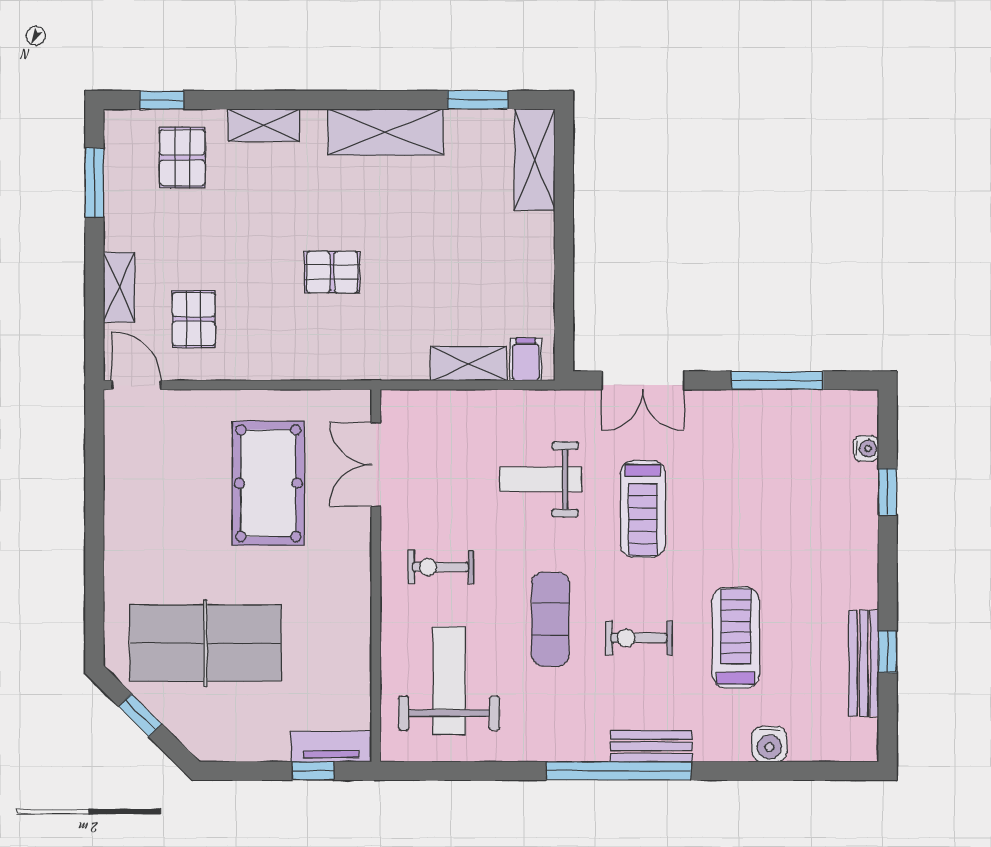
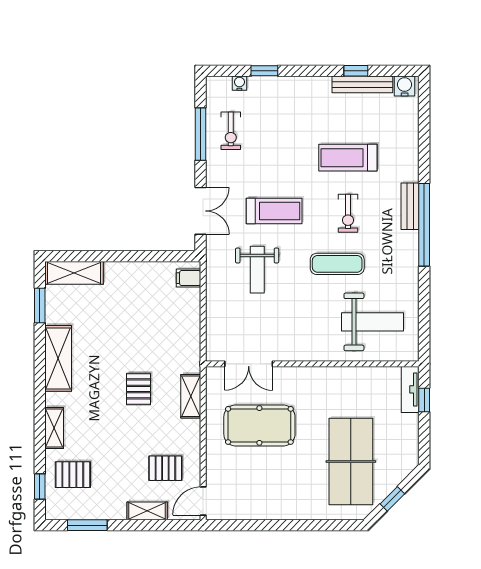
shelving: (469, 364) -> (191, 396), moved
exercise bike: (441, 567) -> (231, 131), moved
weight bench: (449, 681) -> (372, 322), turned 180
water cooler: (769, 744) -> (405, 86), moved, turned -90

